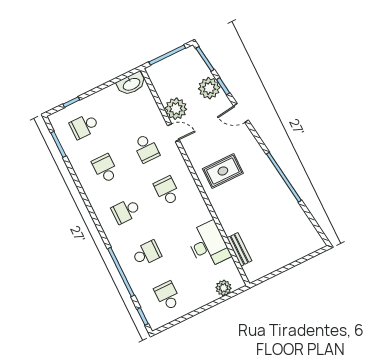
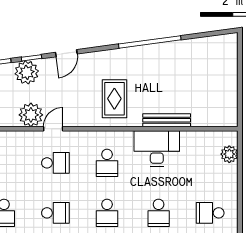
school desk: (105, 168) -> (55, 213), turned 180
school desk: (167, 191) -> (107, 163), turned -90
desk: (208, 245) -> (157, 149), moved
bench: (239, 249) -> (167, 120), moved, width x1.36
school desk: (147, 253) -> (159, 213), turned 180

